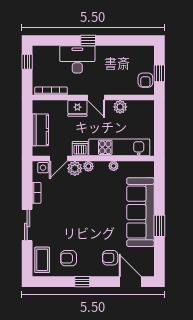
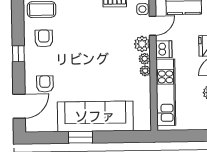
door: (58, 158) -> (153, 26), swing flipped
plant: (114, 166) -> (145, 71), moved

